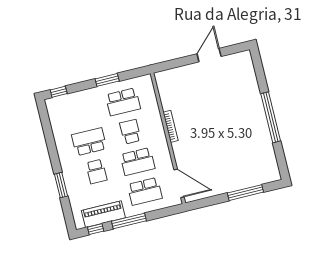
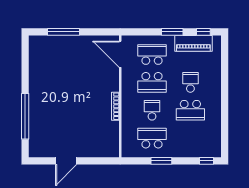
window: (271, 117) -> (25, 116), moved
school desk: (130, 132) -> (152, 110), turned 180
school desk: (138, 162) -> (152, 82), turned 180
window: (61, 185) -> (225, 78), removed
window: (129, 221) -> (172, 32), width x0.69

